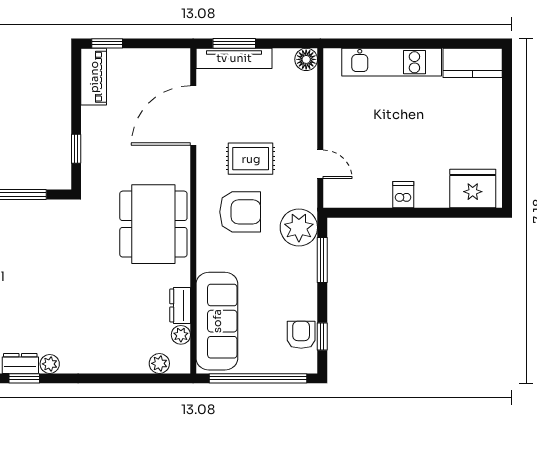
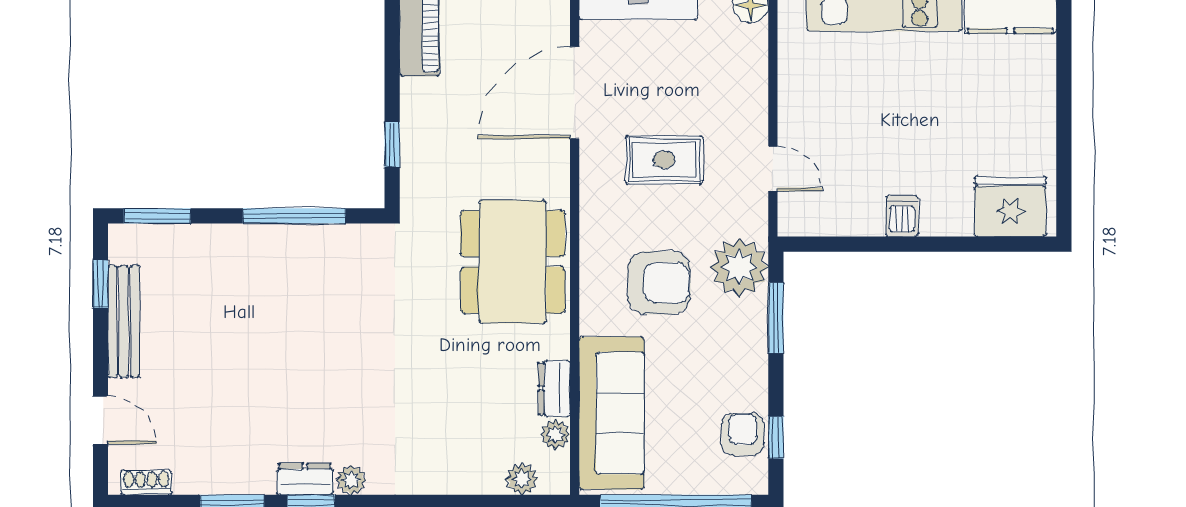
armchair: (240, 212) -> (659, 283), moved

